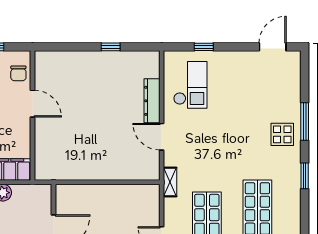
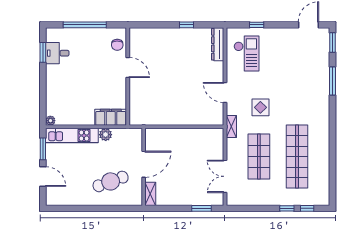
dresser: (152, 101) -> (218, 44), moved
display table: (282, 134) -> (260, 107), moved
window: (305, 176) -> (332, 43), moved

